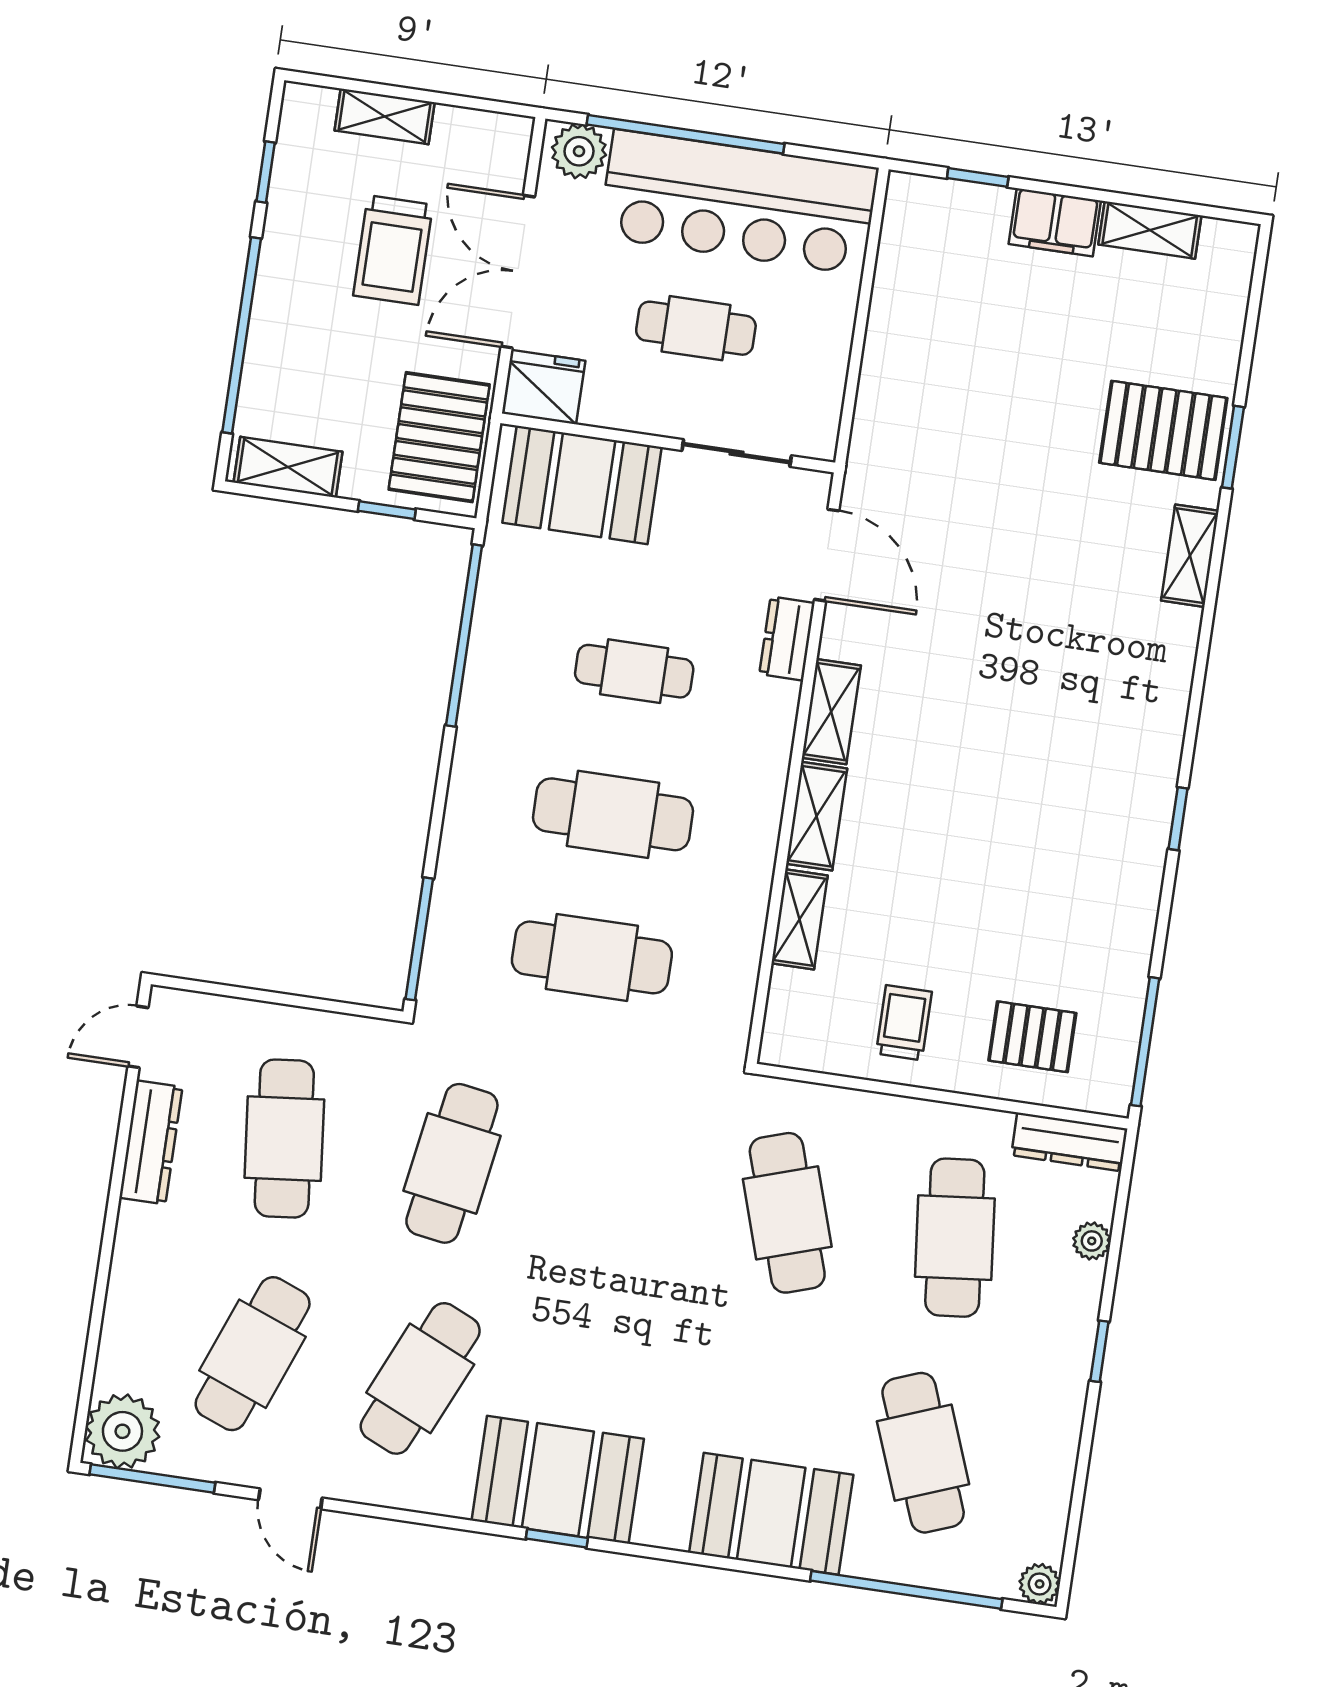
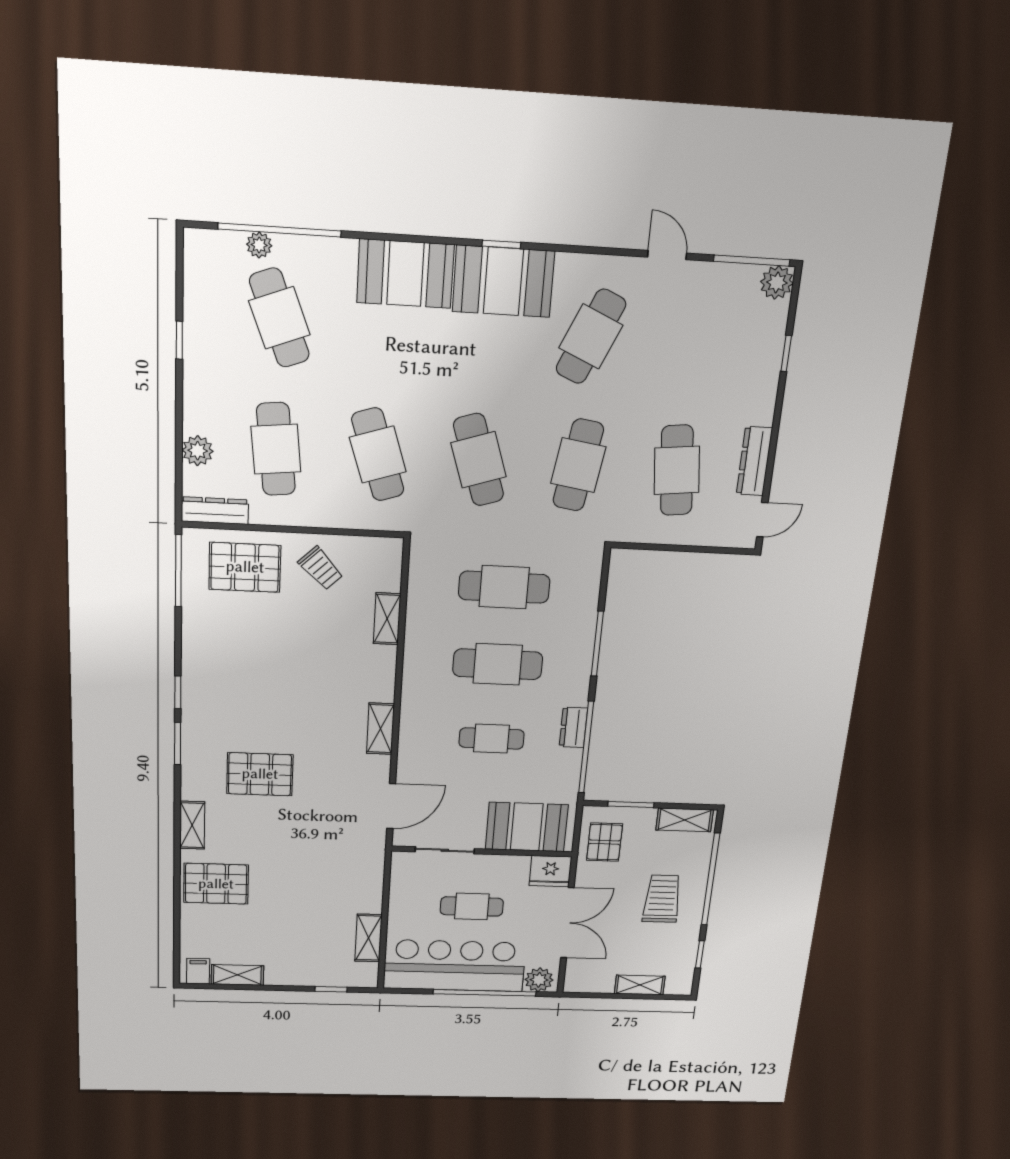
filing cabinet: (1055, 222) -> (198, 971), moved, width x0.50
trolley: (393, 250) -> (662, 899), moved
pallet: (439, 437) -> (605, 842), width x0.67, depth x0.71
window: (1233, 447) -> (178, 744), moved
window: (387, 510) -> (631, 805), width x1.50
door: (827, 555) -> (391, 806), swing flipped
dresser: (787, 639) -> (573, 727), moved, turned 180
pallet: (1056, 645) -> (260, 774), added
shelving: (817, 816) -> (368, 938), moved
window: (419, 939) -> (597, 644), moved
trolley: (904, 1023) -> (321, 568), turned -44
pallet: (1032, 1037) -> (245, 567), width x1.50, depth x1.42
plant: (1092, 1241) -> (198, 451), width x1.38, depth x1.38
window: (96, 1322) -> (786, 353), added
window: (1099, 1351) -> (179, 340), moved
cafe table: (253, 1354) -> (479, 460), moved, turned -39
plant: (122, 1431) -> (777, 283), width x0.73, depth x0.73
booth: (771, 1514) -> (405, 274), moved
plant: (1040, 1584) -> (259, 245), moved

